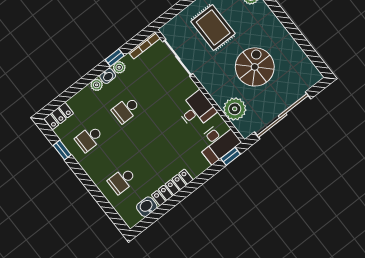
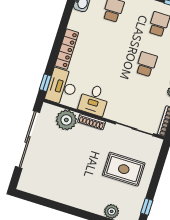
spiral stairs: (255, 67) -> (73, 161), removed
shoe rack: (213, 91) -> (92, 122), added
locker: (172, 187) -> (67, 49), moved

